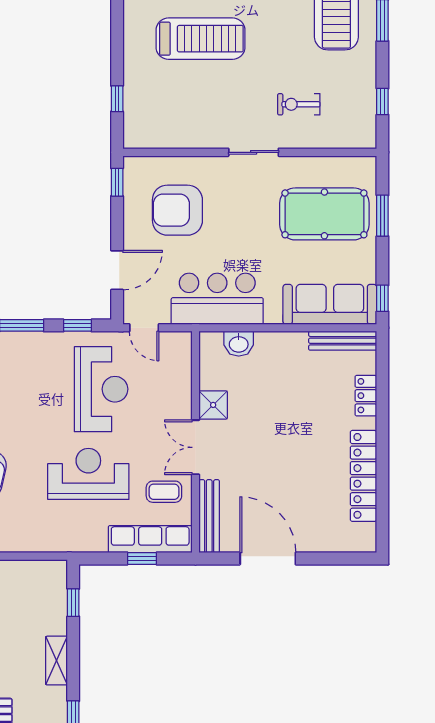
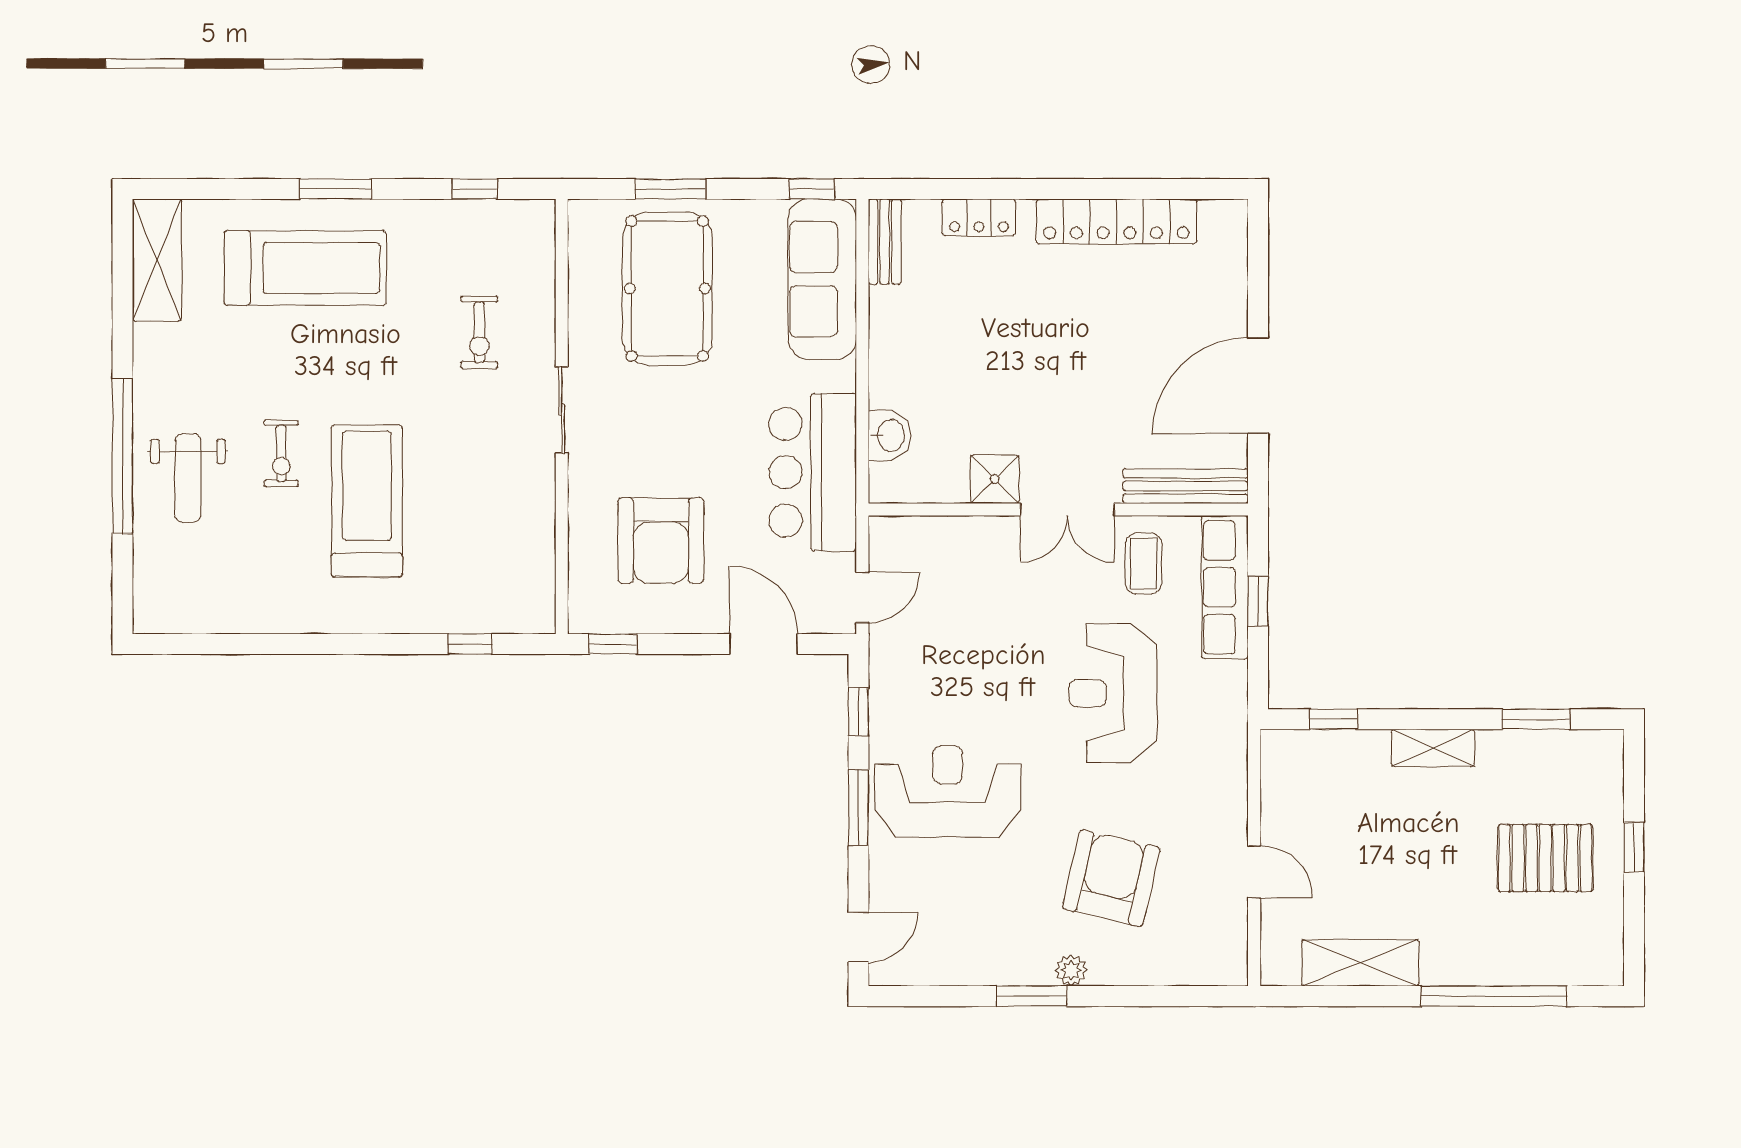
bench: (343, 341) -> (885, 242), width x0.73
reception desk: (101, 389) -> (948, 791), moved

